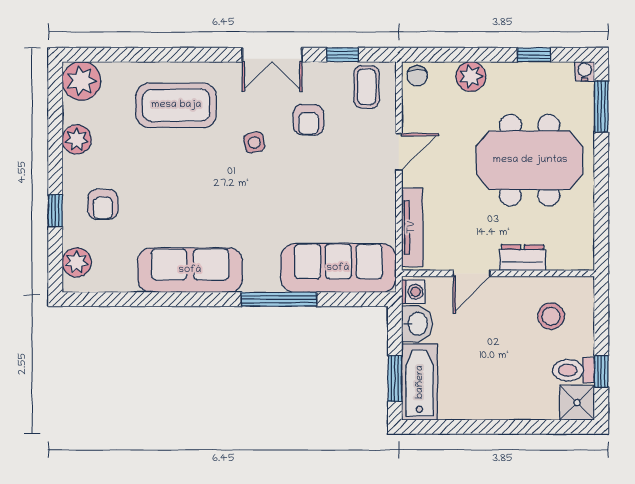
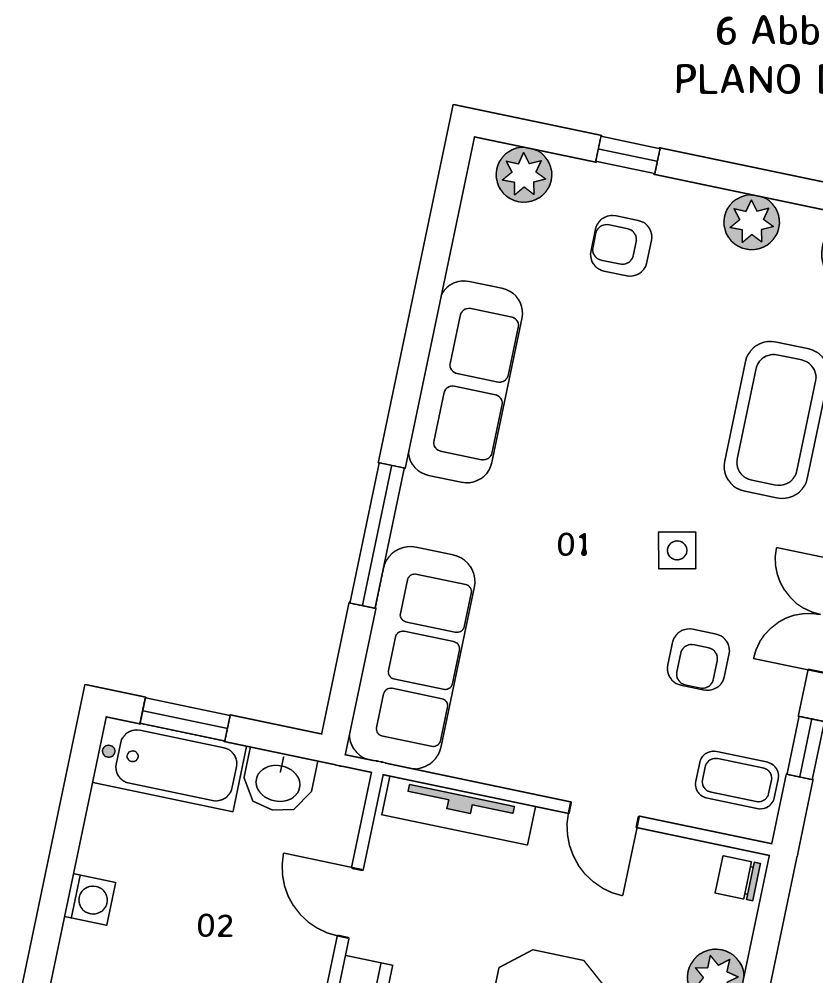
armchair: (308, 120) -> (698, 660), turned -90
washing machine: (413, 292) -> (90, 899), moved, turned -90

